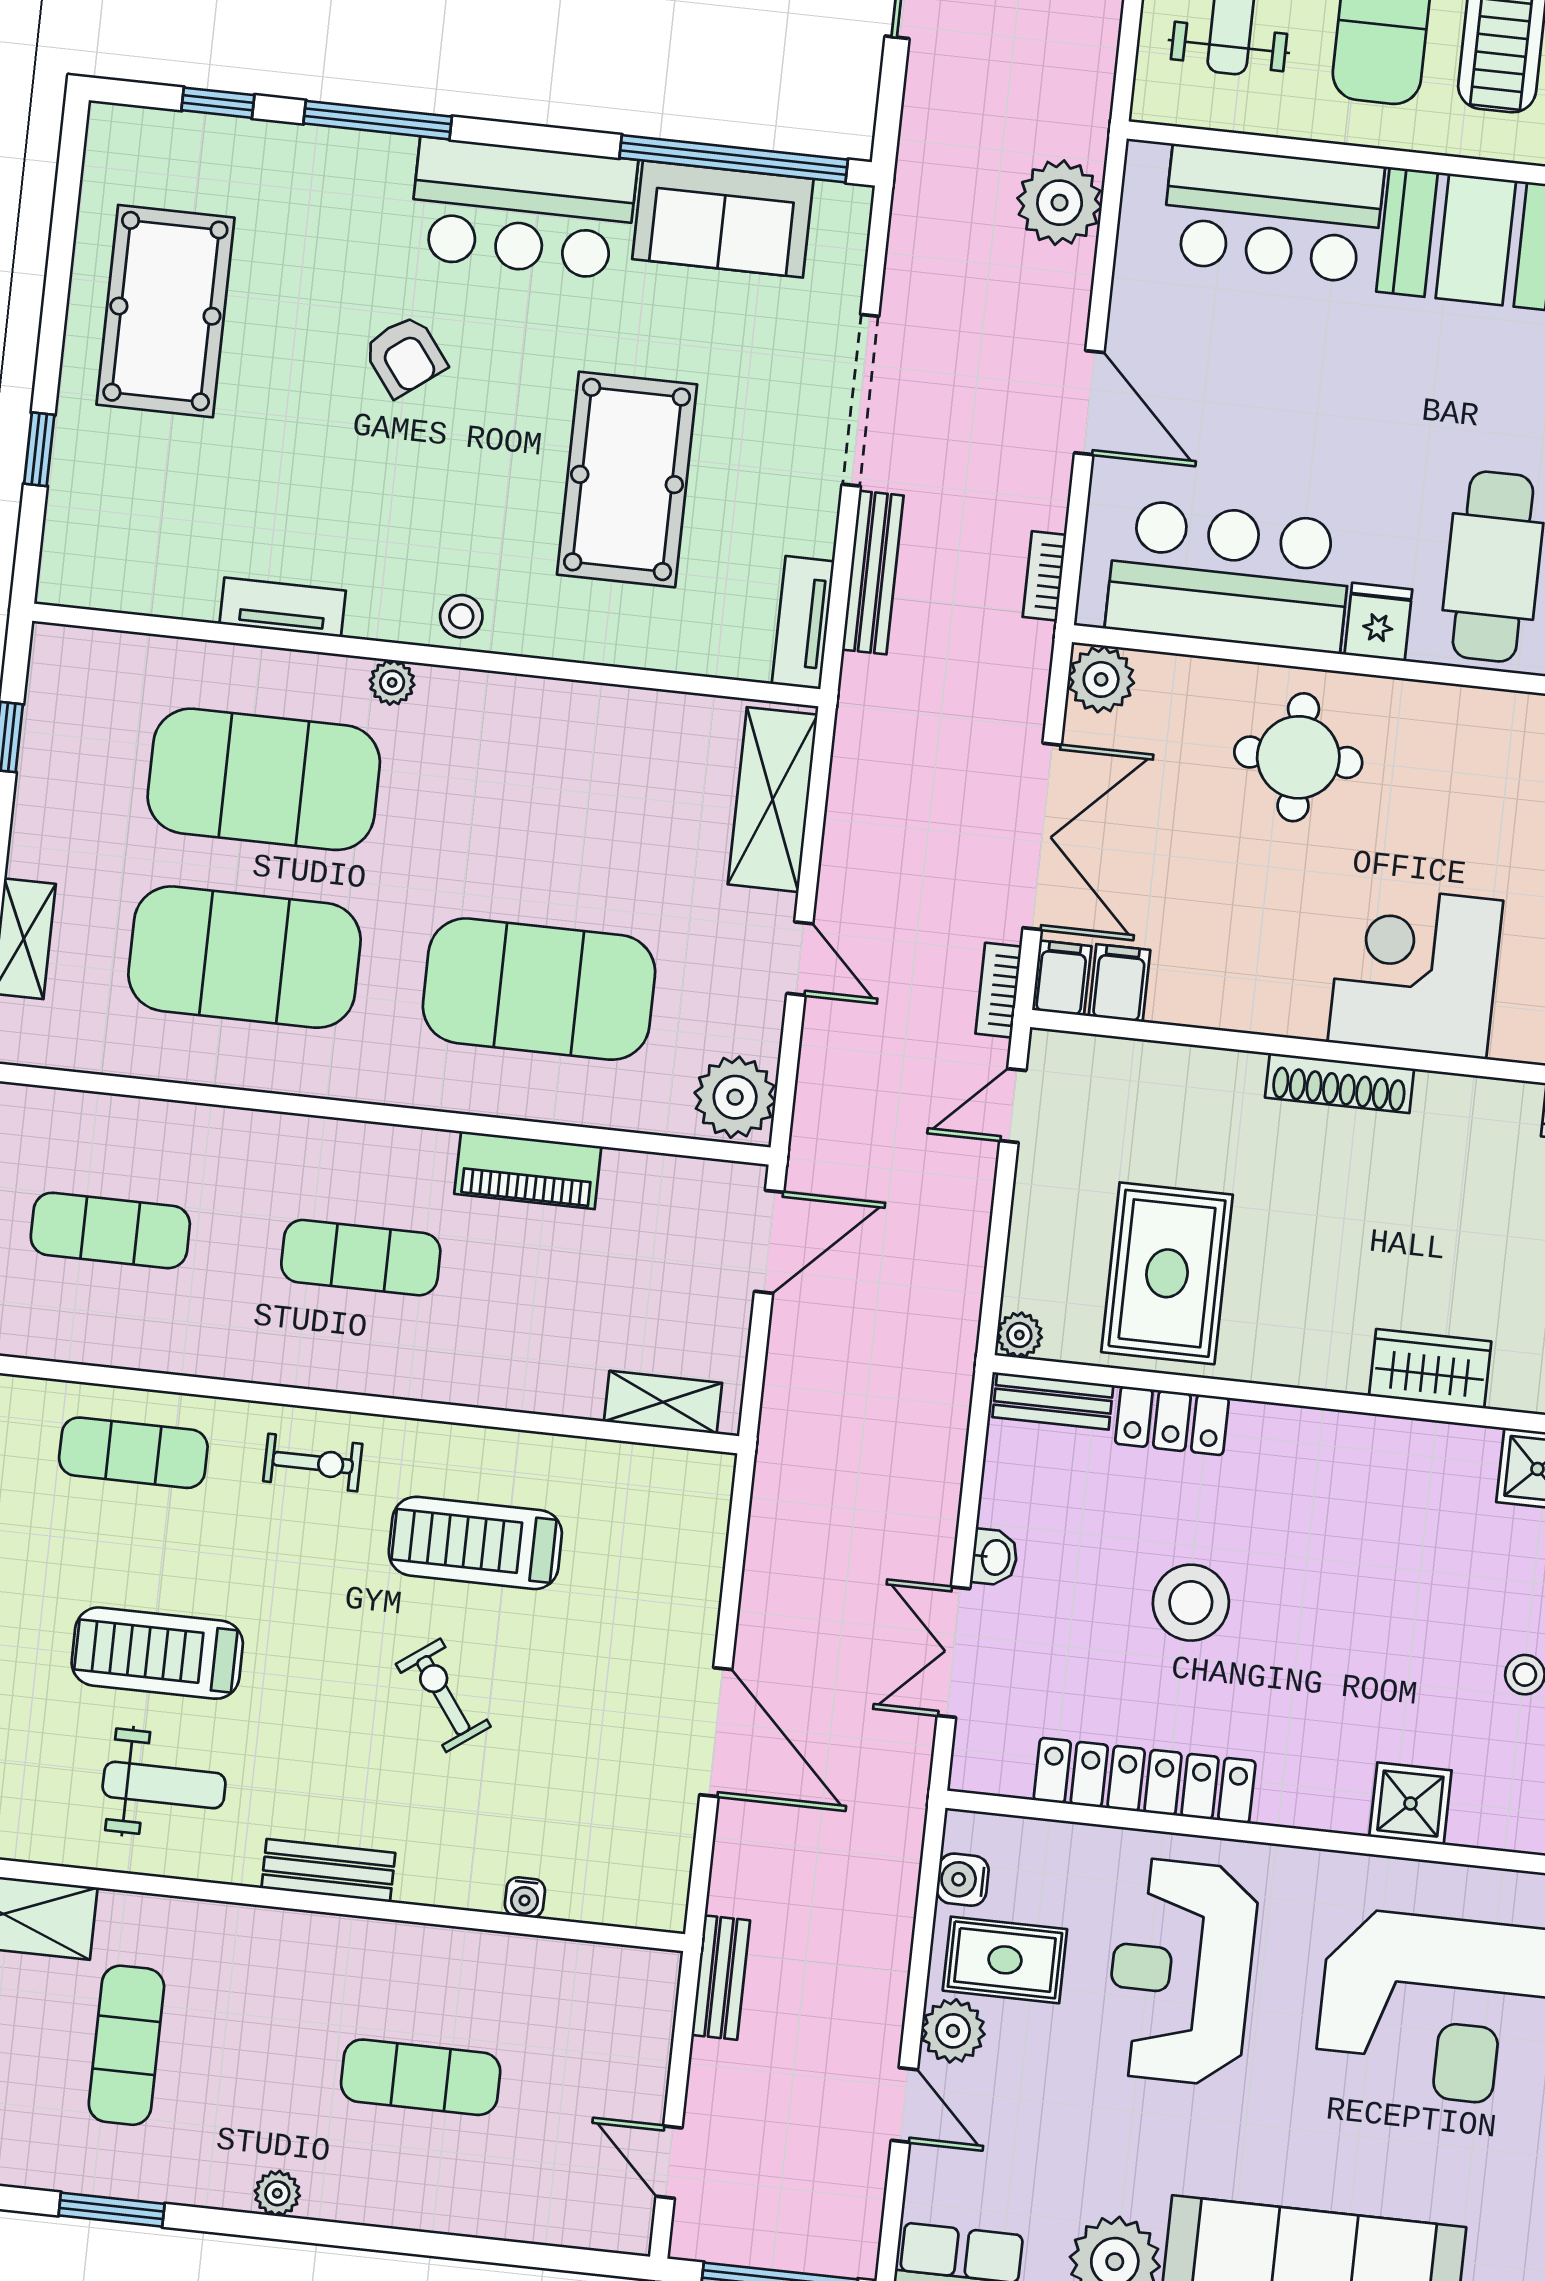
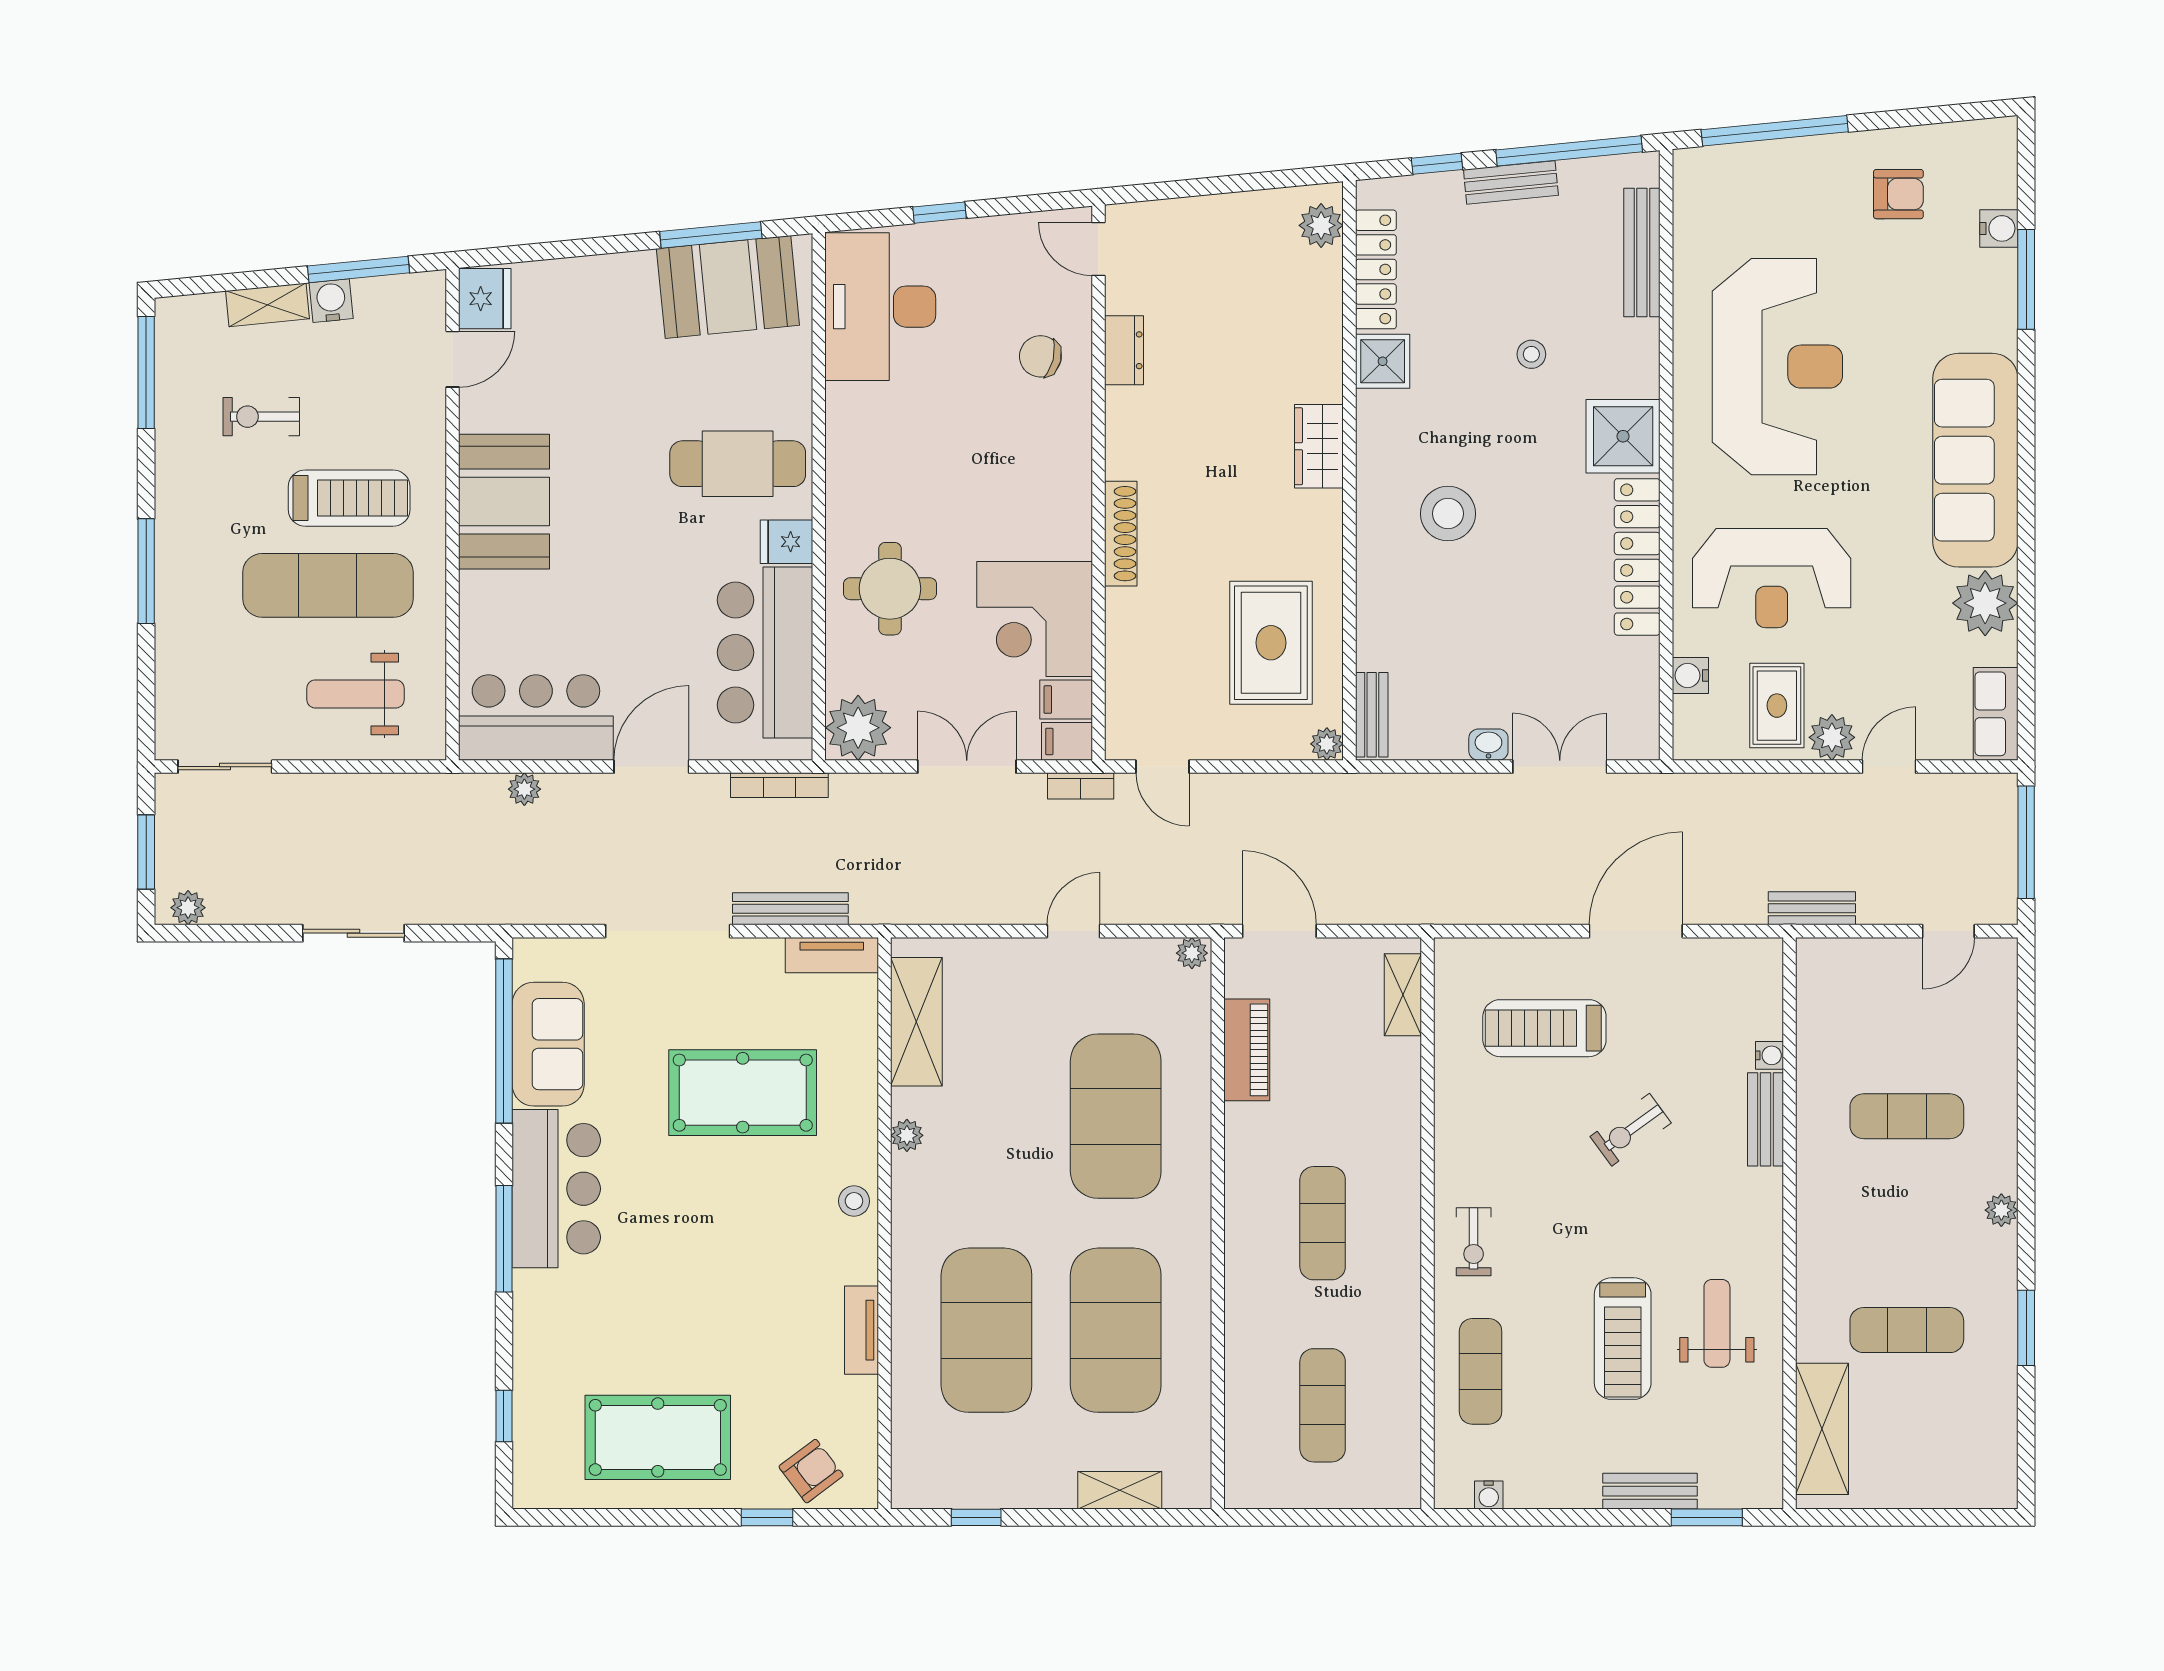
window: (378, 120) -> (504, 1239), moved
plant: (1060, 203) -> (524, 789), width x0.53, depth x0.53
bar counter: (1273, 214) -> (536, 718), moved, turned -90
armchair: (405, 356) -> (811, 1471), moved
bookcase: (1044, 576) -> (779, 785), width x1.56
plant: (1101, 679) -> (858, 728), width x1.36, depth x1.36
plant: (392, 682) -> (907, 1135), moved
shelving: (773, 800) -> (916, 1022), moved, turned 90
double door: (1042, 836) -> (967, 767), width x0.73
corner desk: (1415, 971) -> (1035, 619), moved
plant: (735, 1097) -> (1192, 953), width x0.53, depth x0.53
piano: (528, 1170) -> (1247, 1050), moved
rug: (1167, 1273) -> (1271, 643), turned 90
locker: (1172, 1421) -> (1376, 628), removed
exercise bike: (313, 1463) -> (1474, 1242), turned 180
treadmill: (475, 1543) -> (1544, 1028), moved, turned 90
stool: (1191, 1603) -> (1448, 514), moved
double door: (953, 1652) -> (1560, 767), swing flipped
locker: (1145, 1781) -> (1637, 557), moved
shower: (1410, 1804) -> (1623, 436), width x1.36, depth x1.36
bench: (328, 1871) -> (1765, 1119), moved
water cooler: (963, 1880) -> (1690, 675), moved, turned 90
exercise mat: (421, 2077) -> (1907, 1116), turned 90

